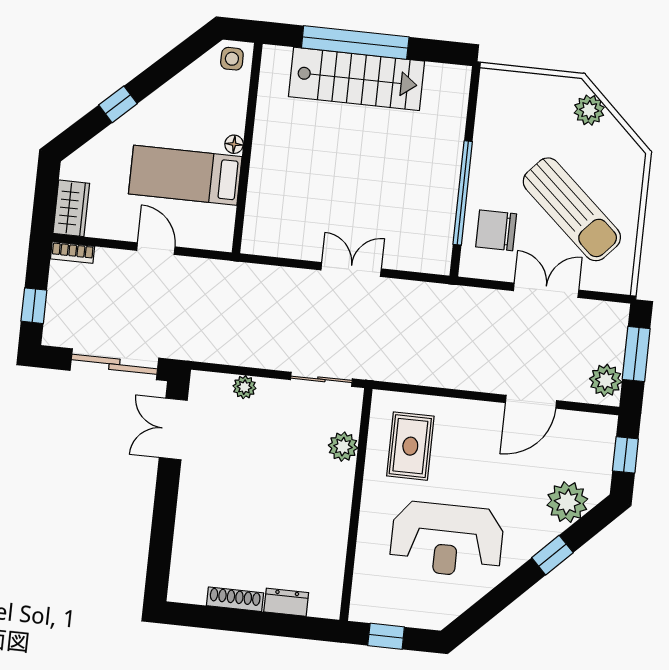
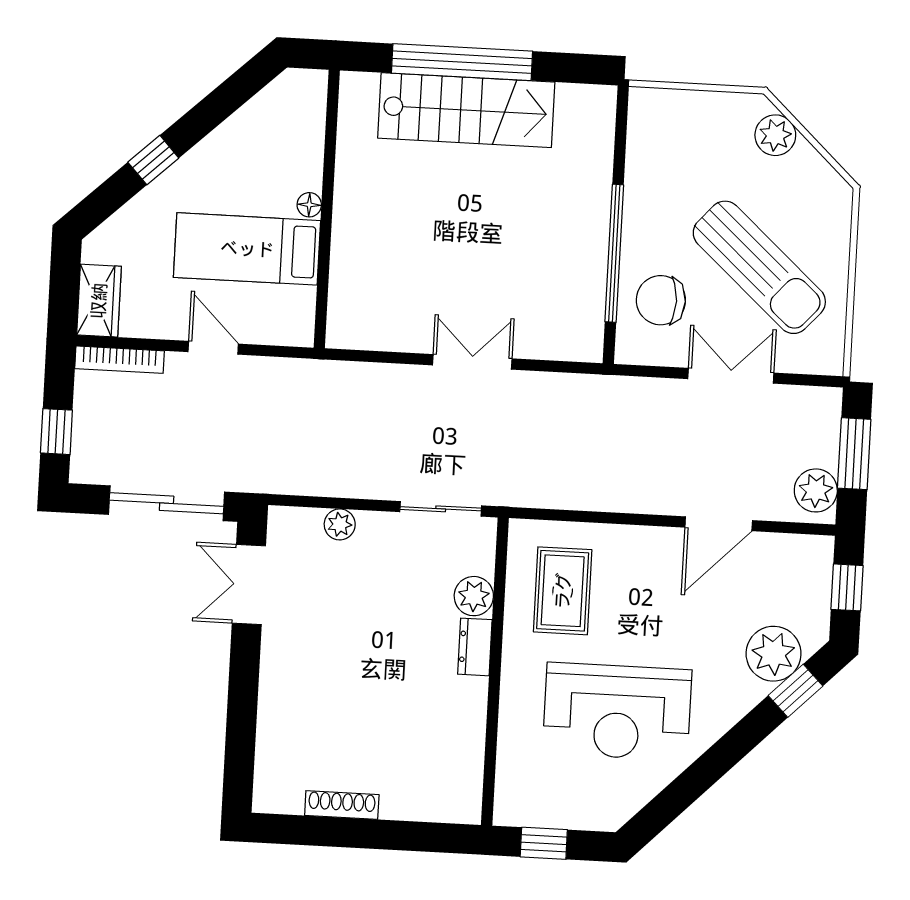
side table: (232, 59) -> (301, 92), removed
bookcase: (72, 253) -> (120, 360), width x1.56
window: (552, 555) -> (796, 691), moved
dresser: (286, 602) -> (475, 647), moved, turned -90

